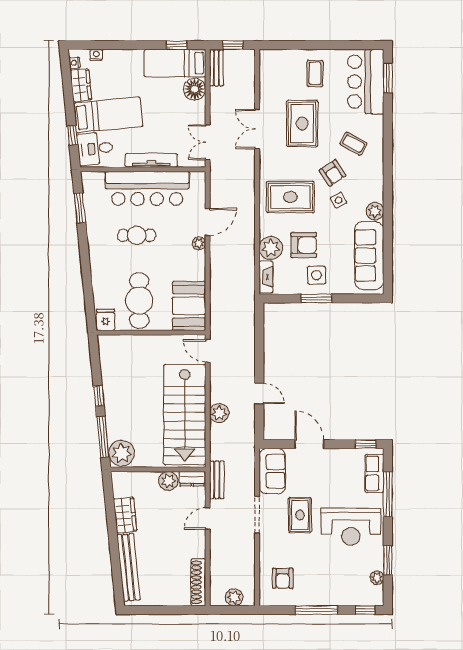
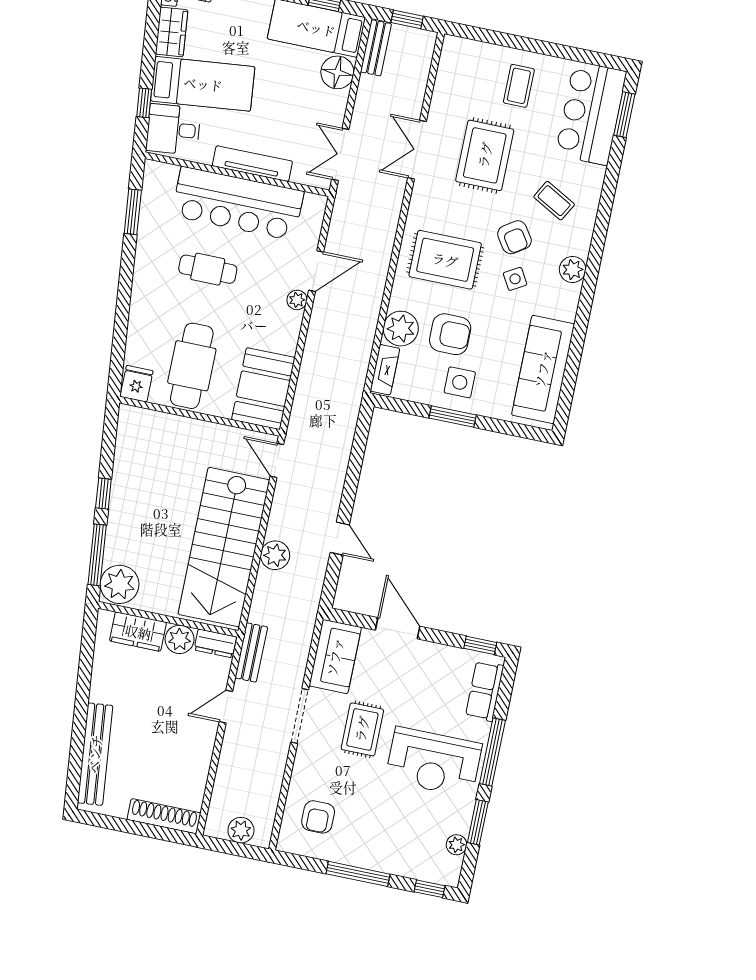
plant: (375, 211) -> (573, 269), moved
window: (388, 494) -> (492, 752), moved
wardrobe: (125, 515) -> (138, 632), moved, turned 96
shoe rack: (198, 582) -> (164, 816), moved, turned 90

